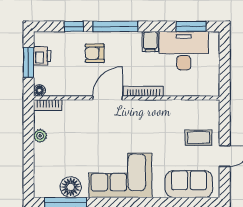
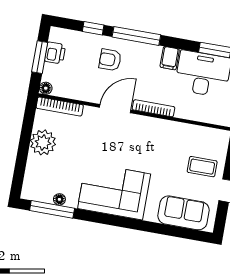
bookcase: (48, 105) -> (60, 107), width x1.56
plant: (40, 136) -> (43, 142), width x1.87, depth x1.87
floor lamp: (71, 187) -> (59, 199), width x0.53, depth x0.53

